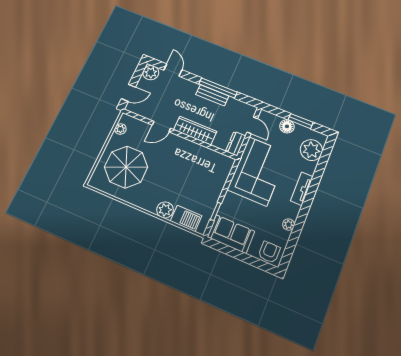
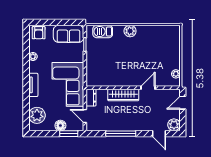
bench: (212, 95) -> (122, 126), removed
window: (301, 121) -> (69, 134), moved
parasol: (126, 167) -> (159, 49), removed
plant: (165, 210) -> (130, 31), moved

